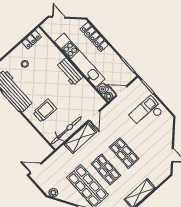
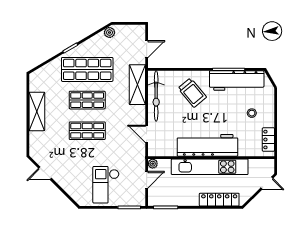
workbench: (70, 72) -> (207, 145), width x1.88, depth x1.32
water cooler: (103, 89) -> (164, 165), removed
trolley: (45, 111) -> (192, 93), turned -40
checkout: (146, 113) -> (106, 185), turned 180
shelving: (80, 138) -> (137, 85), moved
door: (36, 168) -> (147, 49), moved

